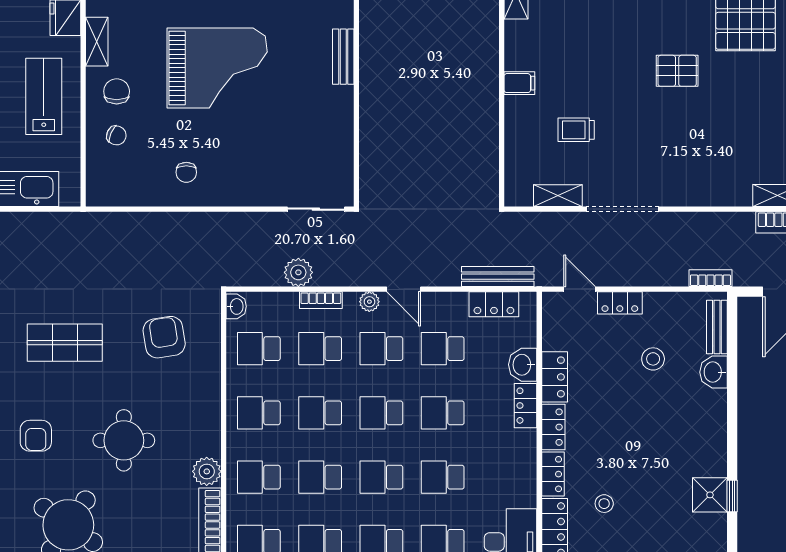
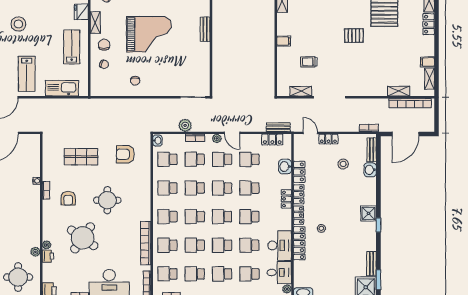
bench: (498, 277) -> (278, 127), width x0.73
armchair: (164, 337) -> (125, 154), turned -81
locker: (526, 406) -> (286, 199), moved
plant: (207, 471) -> (144, 214), removed
shower: (710, 495) -> (369, 213), moved

